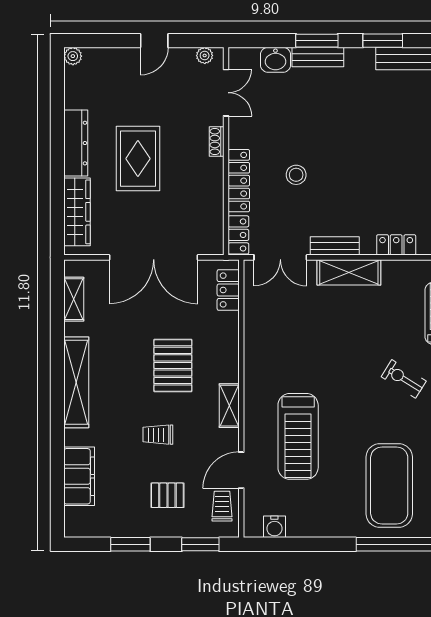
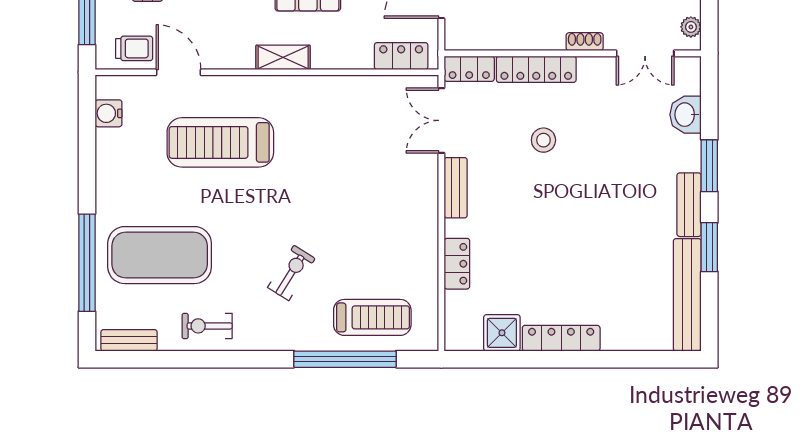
bench: (318, 57) -> (689, 205), moved
shelving: (349, 272) -> (423, 205), removed
shelving: (229, 406) -> (283, 57), moved

